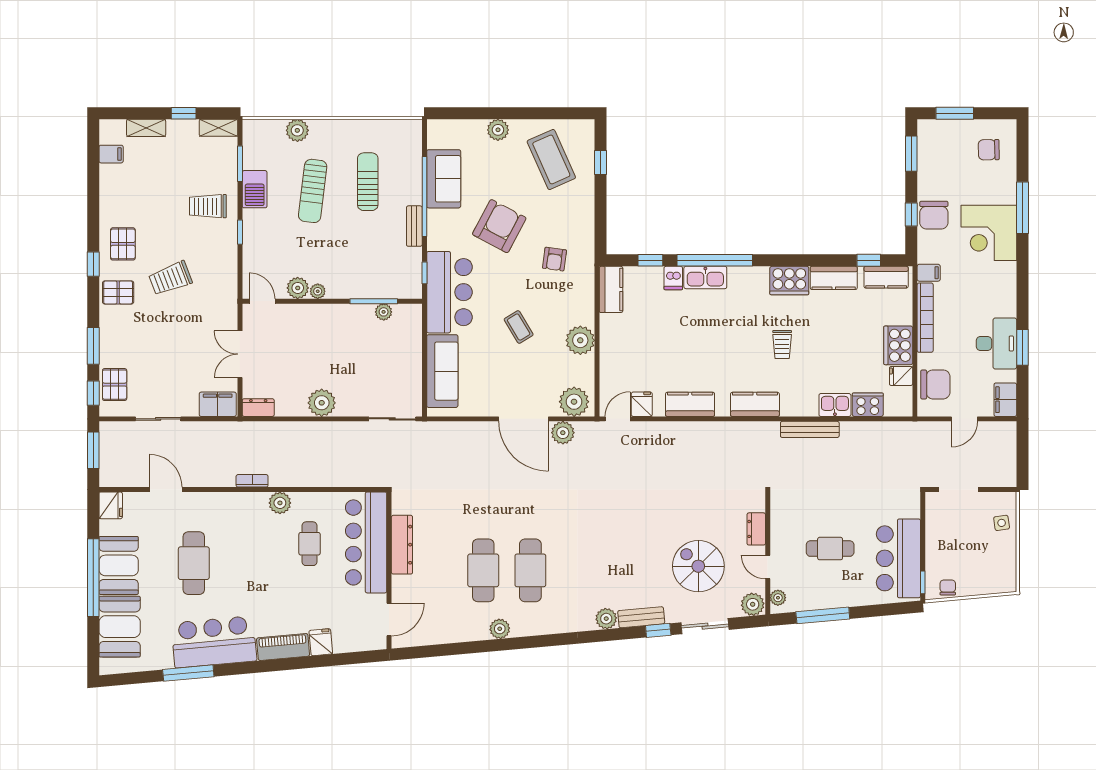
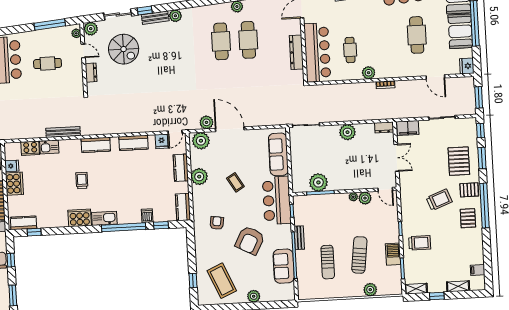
window: (93, 264) -> (485, 206), width x3.17
kitchen sink: (705, 278) -> (104, 218), moved
kitchen counter: (834, 278) -> (181, 168), moved, turned -90
plant: (384, 312) -> (318, 182), width x1.88, depth x1.88
pallet: (115, 385) -> (459, 161), moved, width x1.50, depth x1.42

